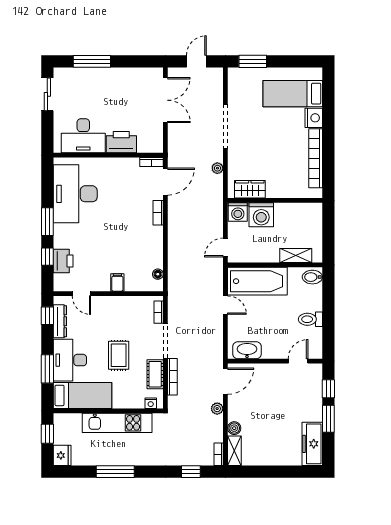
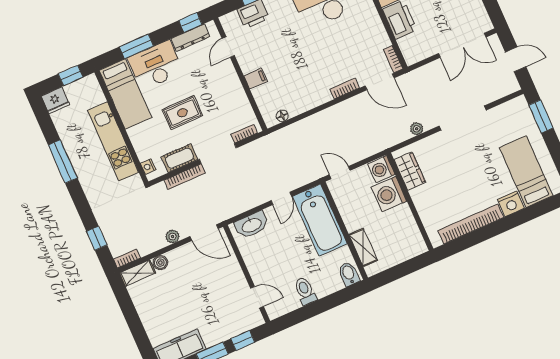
washbasin: (247, 350) -> (251, 225), moved, turned 90

